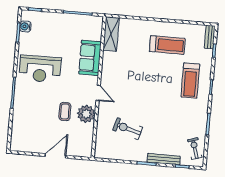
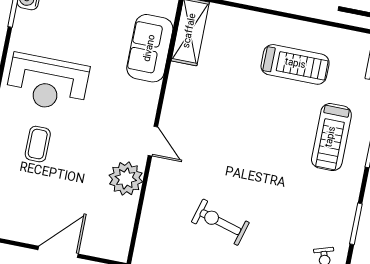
sofa: (90, 58) -> (150, 48), moved
coffee table: (65, 111) -> (38, 144), moved
exercise bike: (128, 129) -> (220, 222), moved

